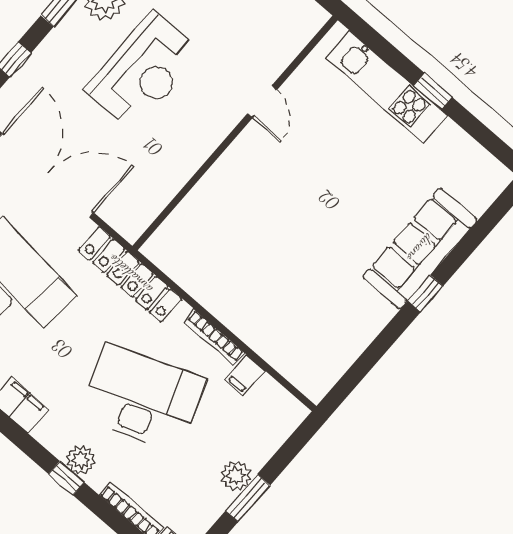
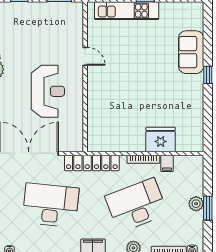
reception desk: (143, 71) -> (48, 91), moved
sofa: (420, 248) -> (191, 52), width x0.73
fridge: (267, 330) -> (161, 139), added

